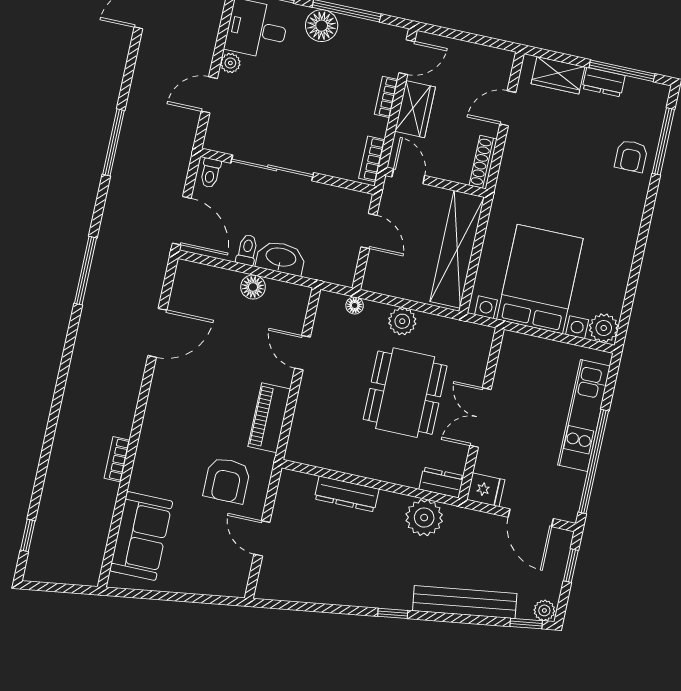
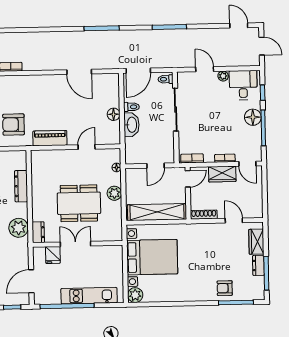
fridge: (486, 490) -> (53, 255), moved

